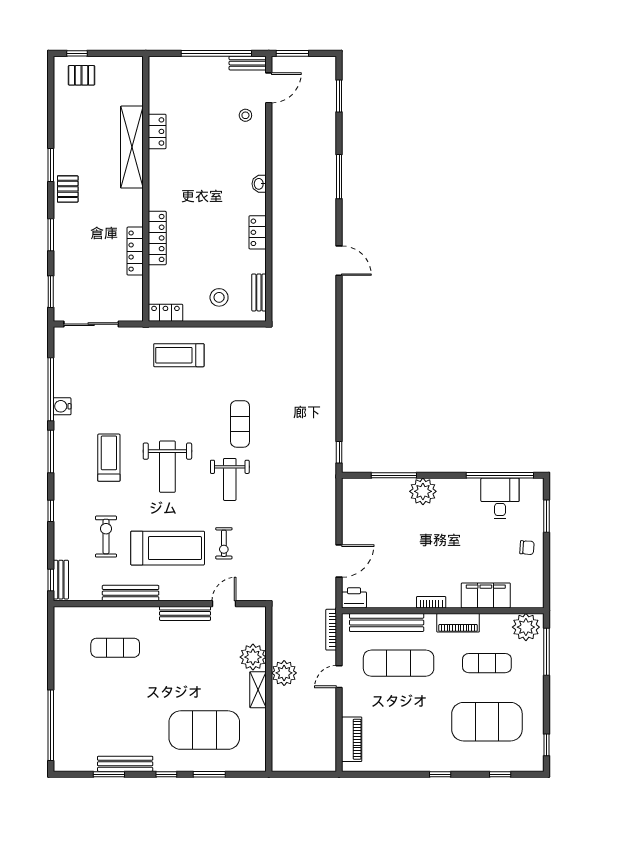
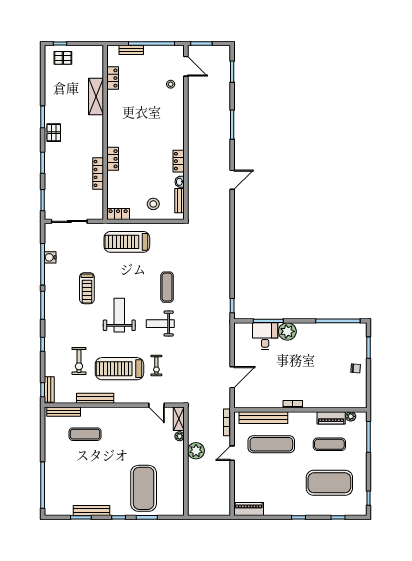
bench: (248, 63) -> (131, 50), moved
door: (269, 88) -> (186, 66), hinge flipped
locker: (157, 131) -> (113, 78), moved
shelving: (132, 147) -> (96, 97), width x0.68
washbasin: (259, 184) -> (180, 182), moved
locker: (157, 238) -> (113, 159), width x0.66
door: (339, 261) -> (232, 180), hinge flipped
treadmill: (179, 355) -> (127, 242), width x1.37, depth x1.38
water cooler: (62, 406) -> (50, 257), moved
treadmill: (109, 458) -> (87, 288), moved, turned 180
weight bench: (167, 467) -> (119, 315), turned 180
weight bench: (230, 479) -> (160, 324), turned 90
desk: (500, 498) -> (265, 336), moved
exercise bike: (106, 537) -> (79, 361), turned 180
treadmill: (168, 548) -> (119, 369), turned 180
filing cabinet: (486, 595) -> (329, 400), removed
printer: (354, 598) -> (242, 401), removed
door: (224, 604) -> (157, 405), swing flipped
bench: (185, 613) -> (64, 412), moved
piano: (458, 623) -> (331, 418), moved
plant: (526, 627) -> (351, 416), width x0.53, depth x0.53
plant: (253, 657) -> (180, 436), width x0.53, depth x0.53
shelving: (258, 690) -> (179, 419), moved
exercise mat: (204, 730) -> (144, 488), turned 90
piano: (352, 739) -> (249, 509), moved, turned -90

